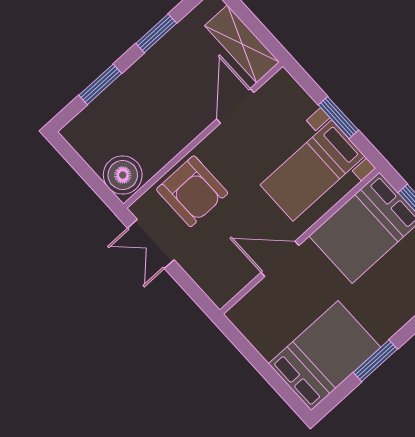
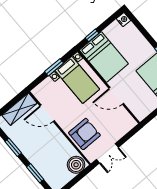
door: (280, 259) -> (116, 96), hinge flipped

